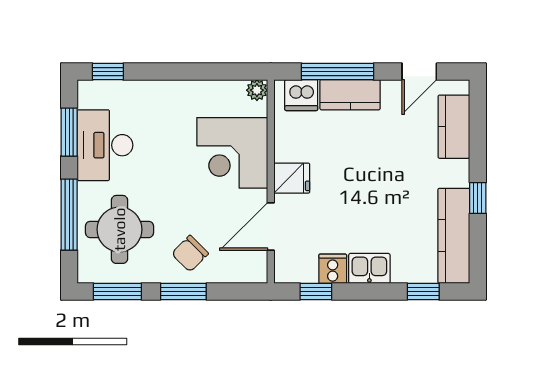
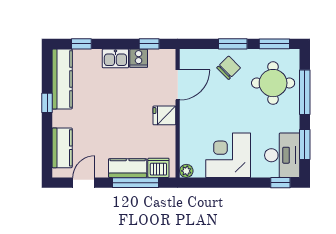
desk: (105, 145) -> (282, 155), moved
corner desk: (232, 153) -> (228, 155), moved, turned -90

